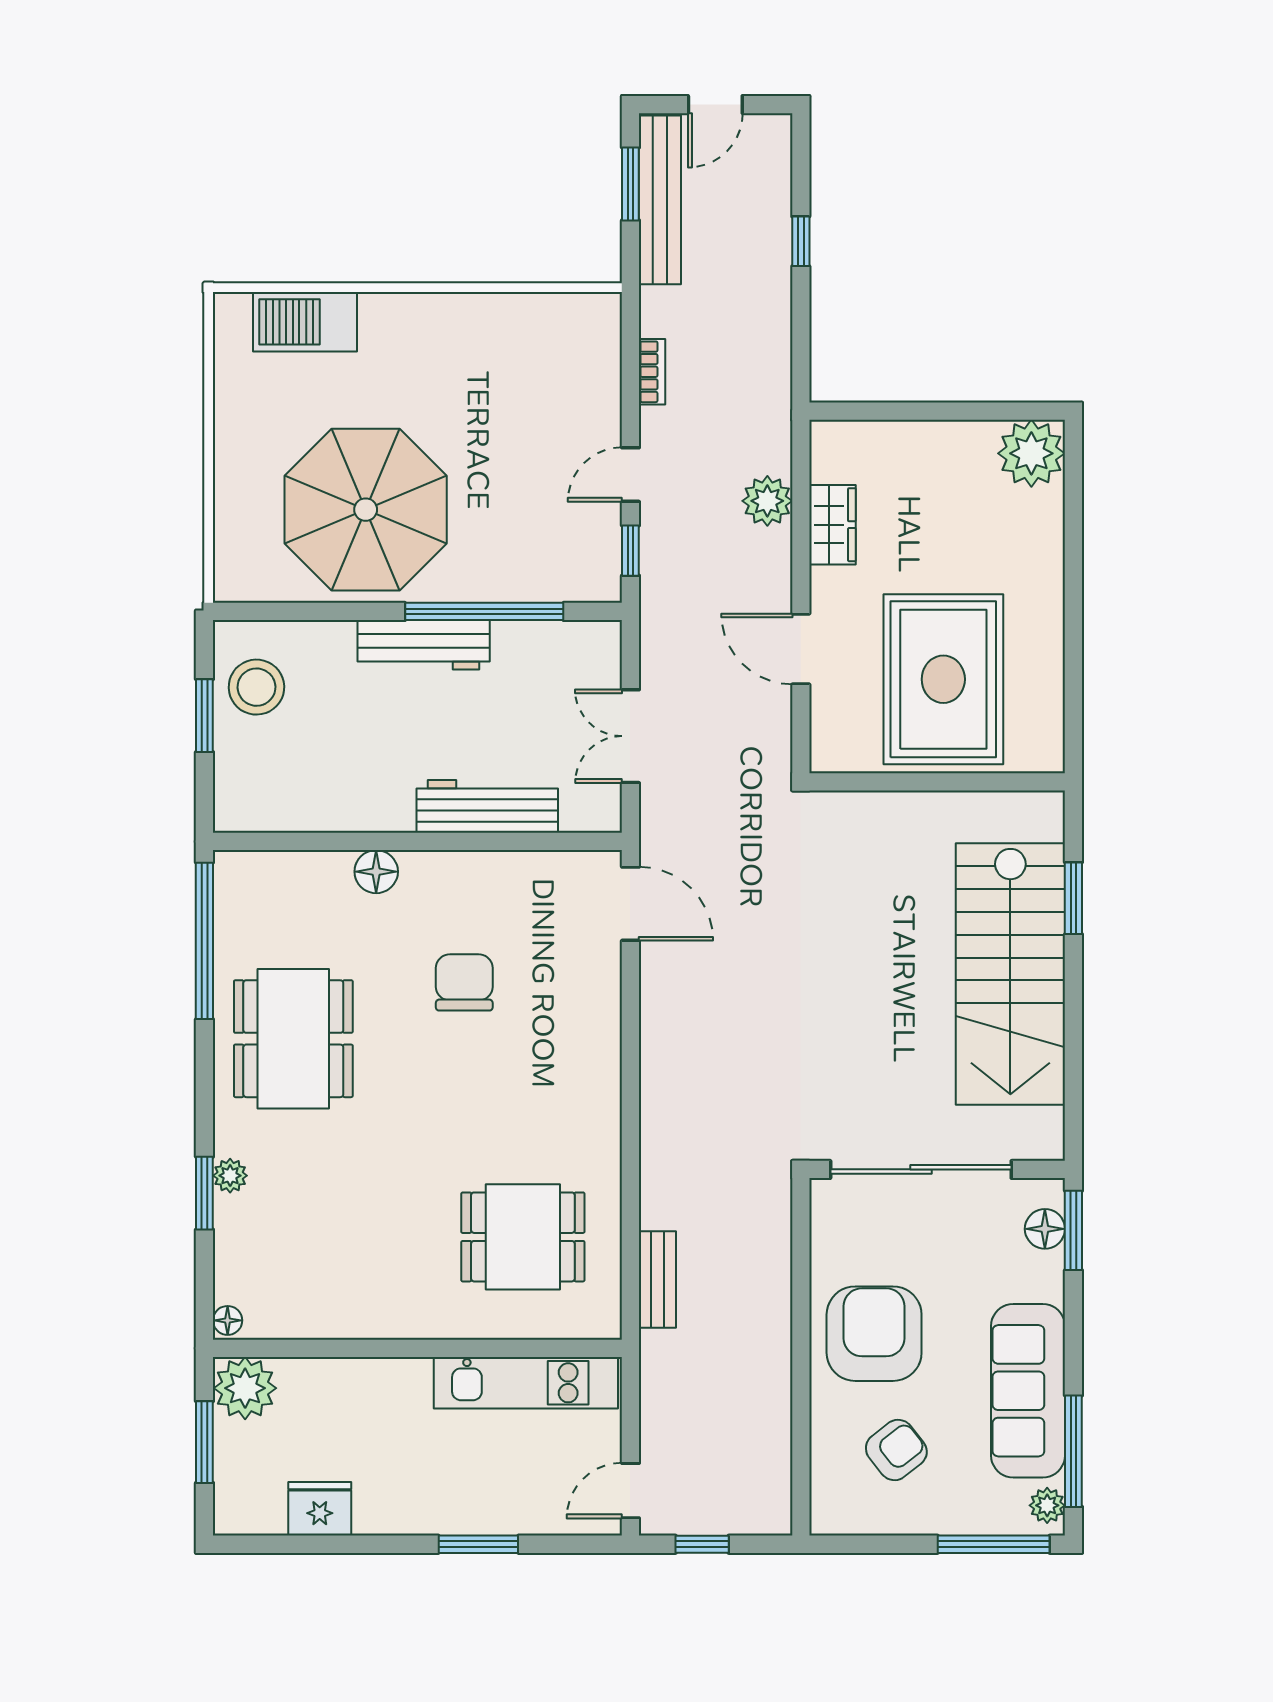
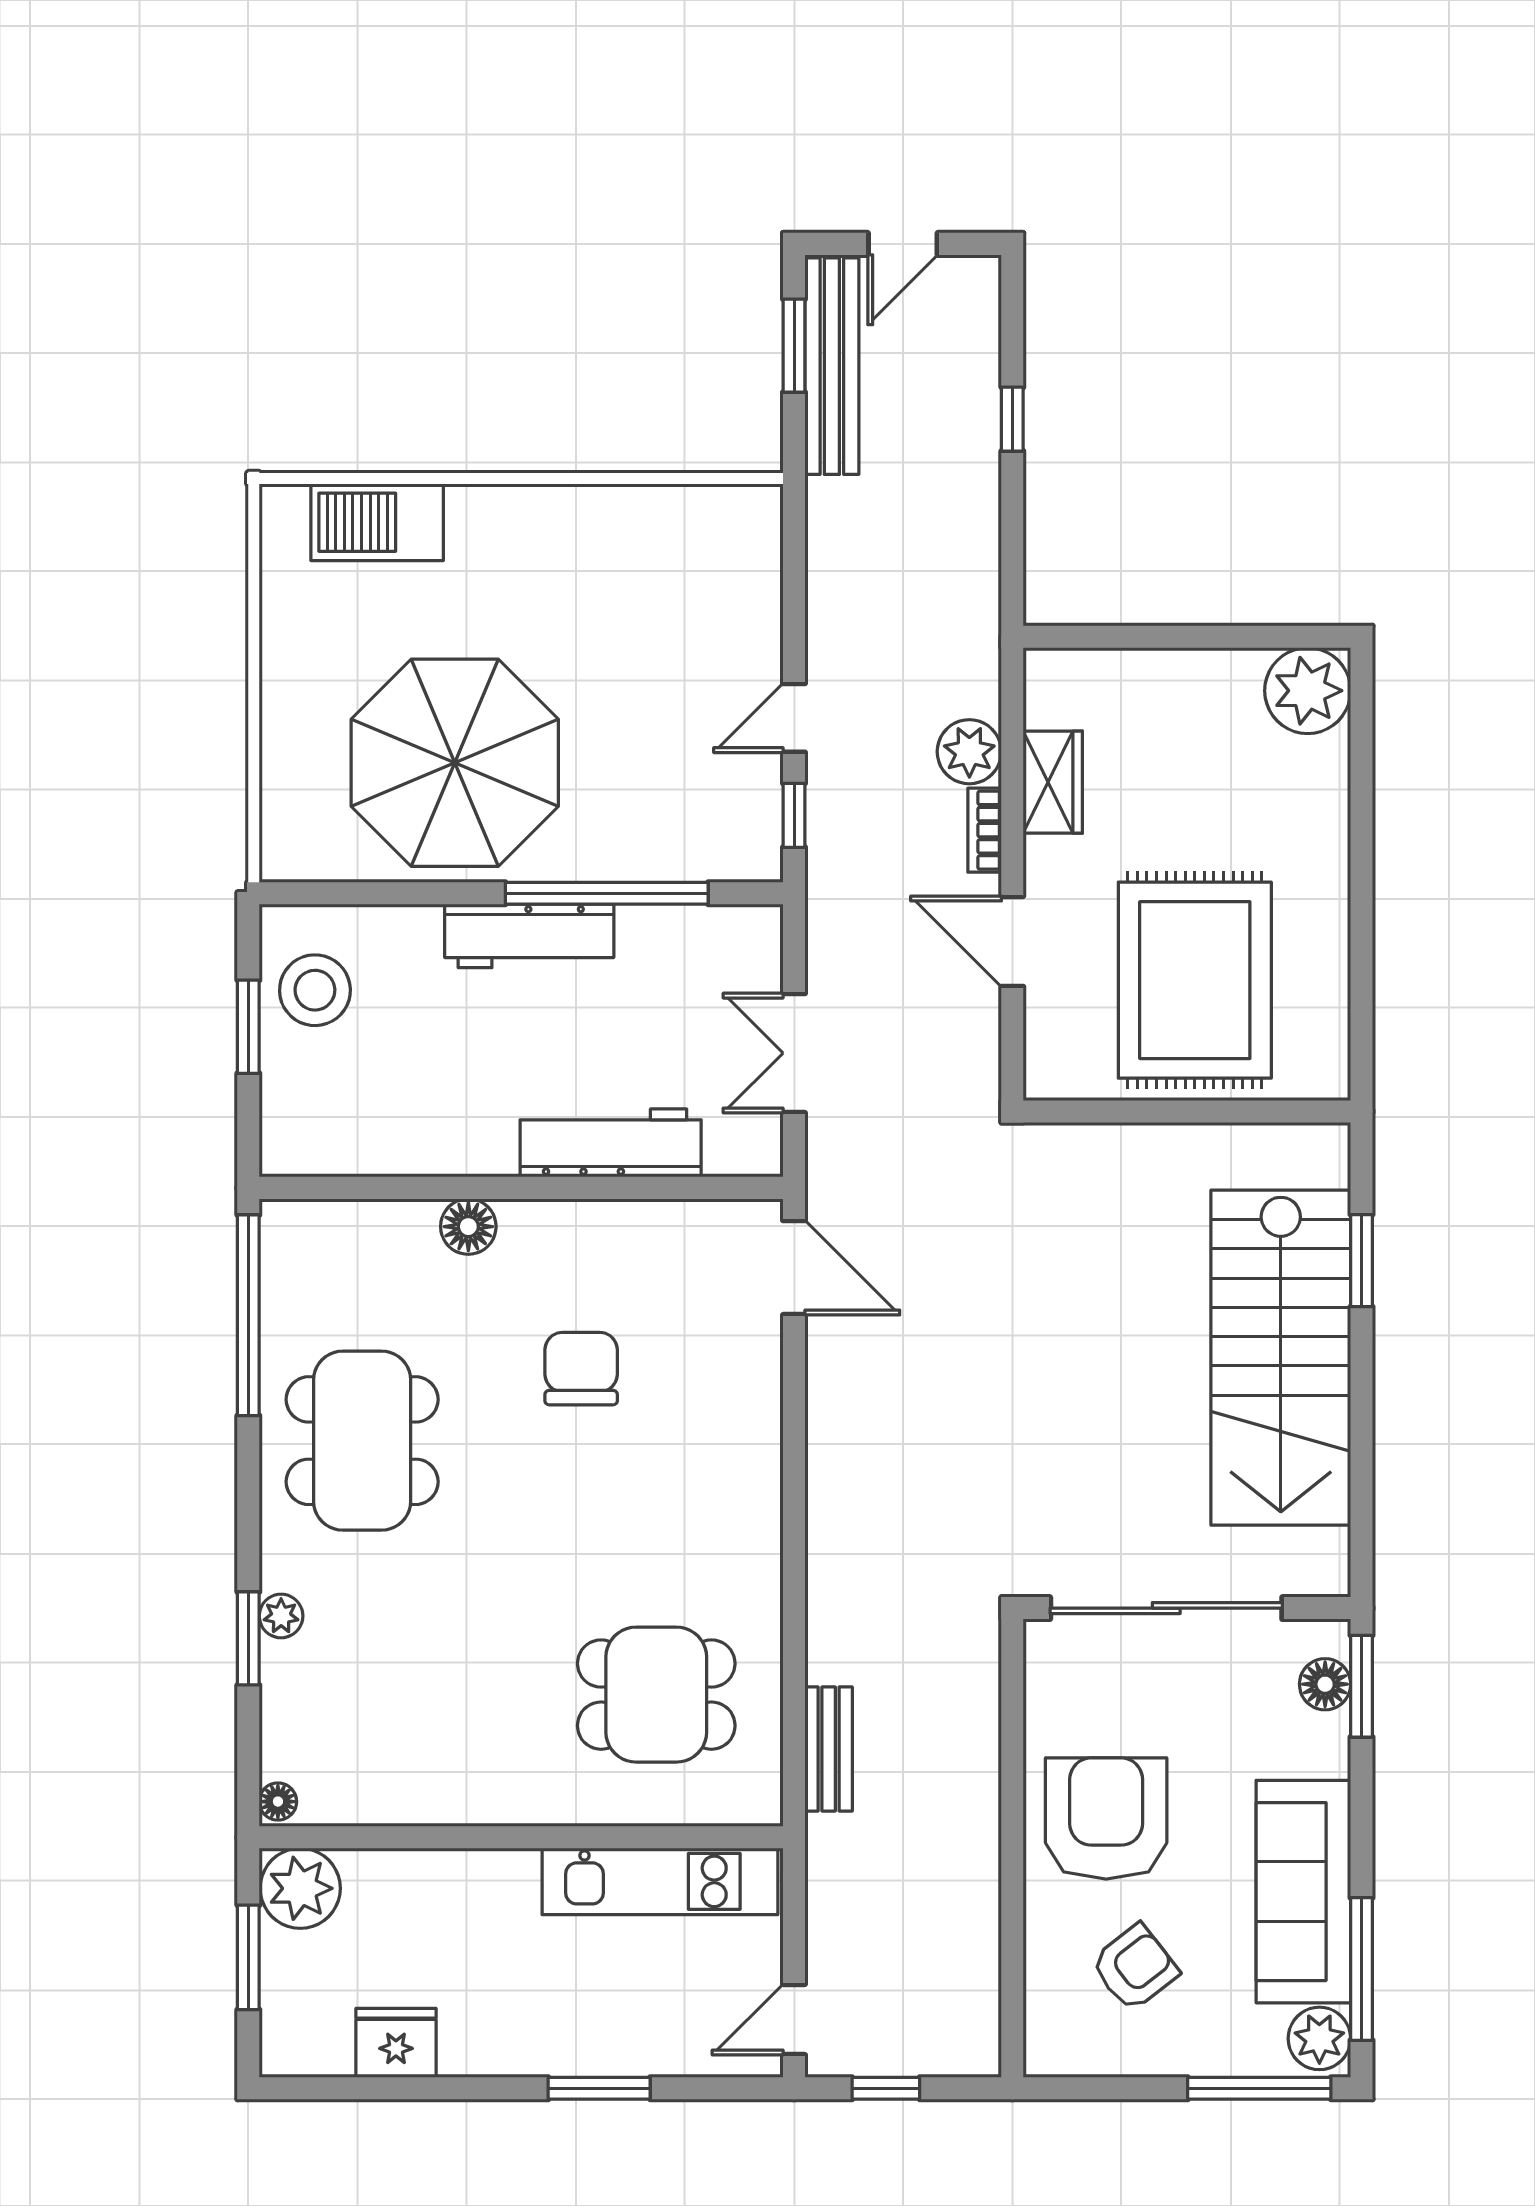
bookcase: (652, 372) -> (985, 830), moved, turned 180
plant: (1047, 1505) -> (1319, 2038), width x1.38, depth x1.38

